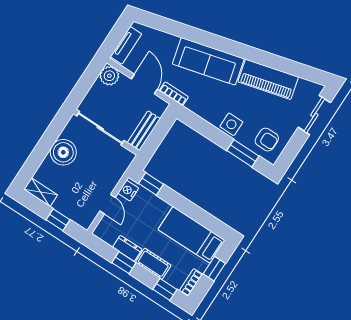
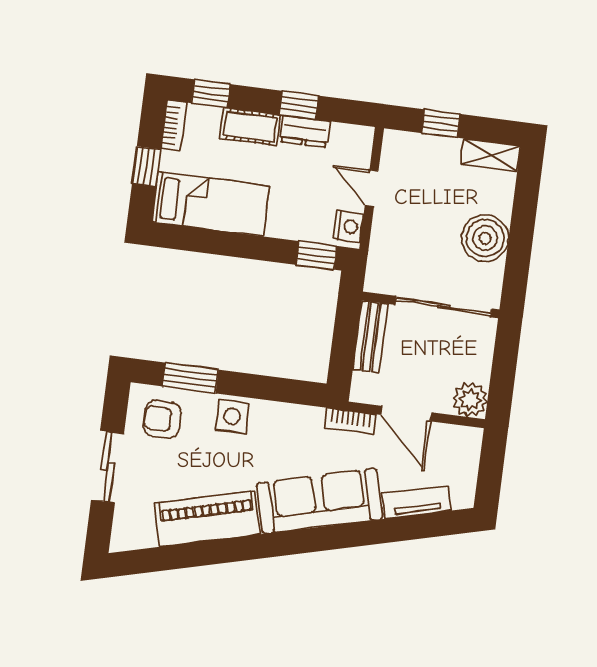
tv unit: (126, 45) -> (416, 502), moved, turned 76
sliding door: (314, 115) -> (107, 467), moved

